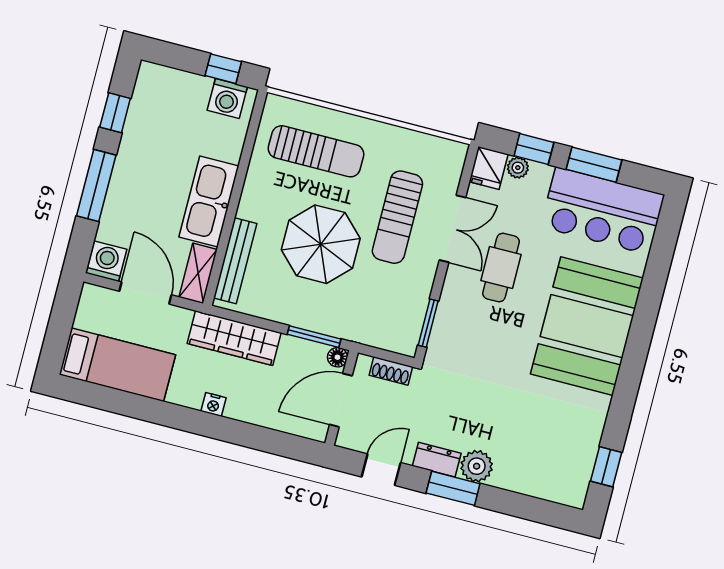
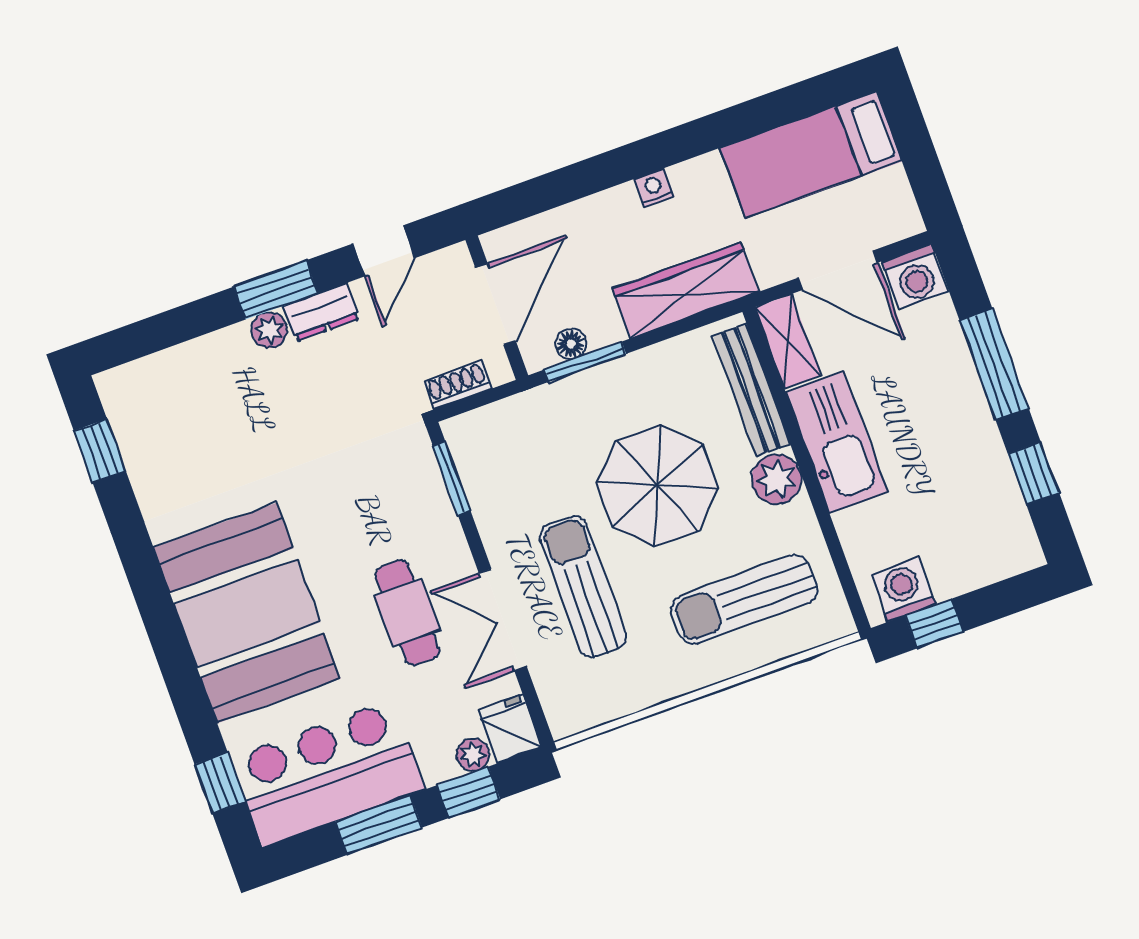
plant: (255, 204) -> (776, 479), added
window: (663, 245) -> (220, 783), added
floor lamp: (337, 357) -> (571, 344), moved
plant: (477, 466) -> (269, 330), width x0.73, depth x0.73

